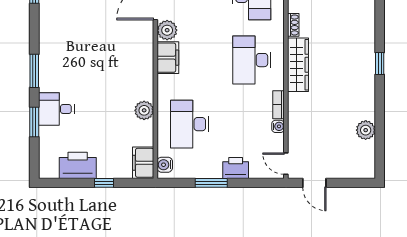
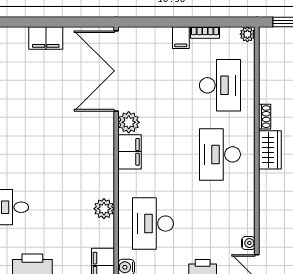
wardrobe: (298, 65) -> (270, 150), width x0.67
bookcase: (279, 105) -> (249, 203), removed
water cooler: (278, 126) -> (248, 243), moved

